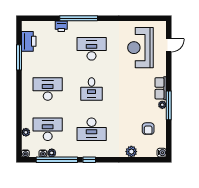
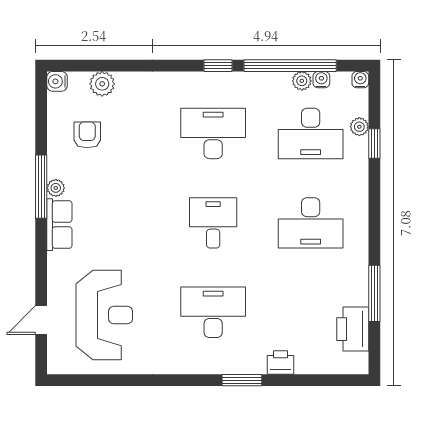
window: (79, 18) -> (242, 380), width x0.47
desk: (92, 49) -> (213, 312), turned 180
window: (19, 125) -> (374, 144), added
plant: (131, 152) -> (102, 84), moved

